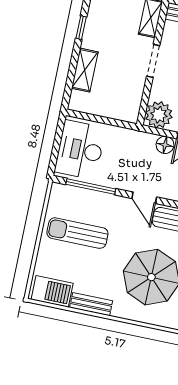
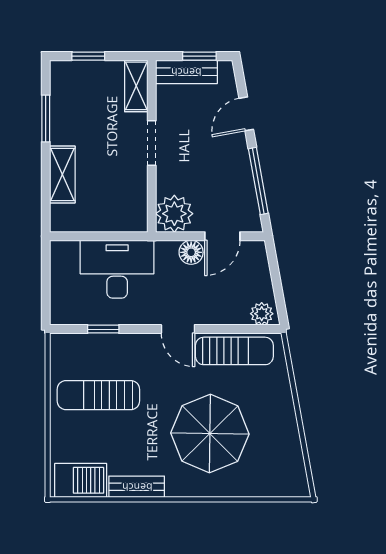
window: (81, 28) -> (46, 119), width x1.50
desk: (80, 150) -> (117, 269), moved, turned 90
window: (91, 187) -> (103, 329), width x0.46

